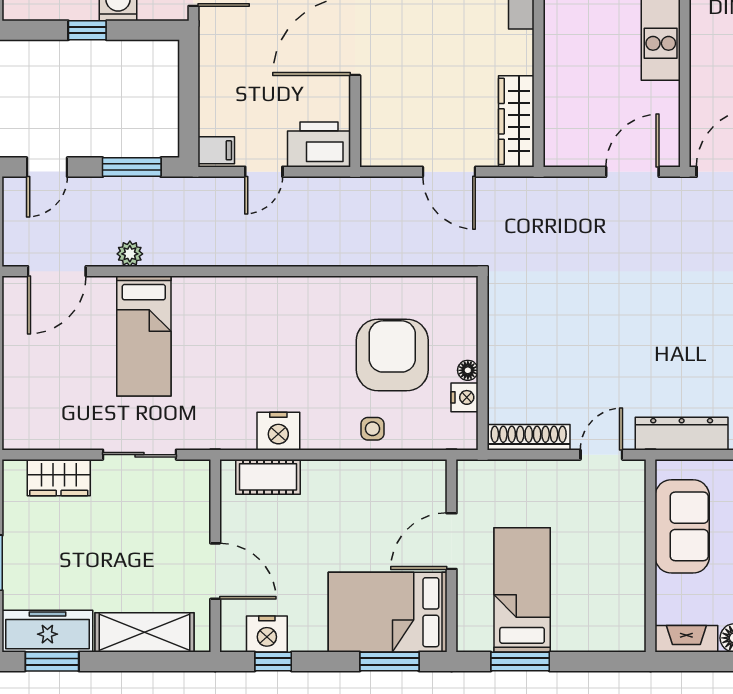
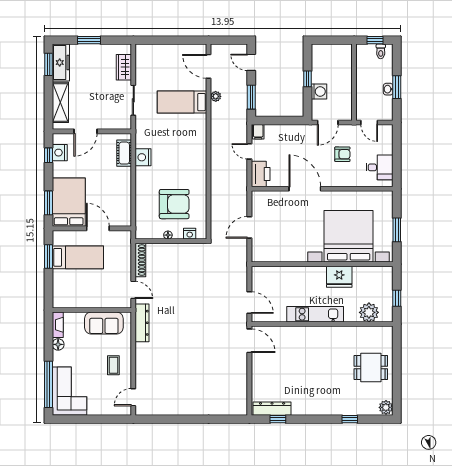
wardrobe: (516, 121) -> (270, 255), removed
nightstand: (465, 397) -> (190, 234), moved
side table: (372, 429) -> (144, 196), removed

